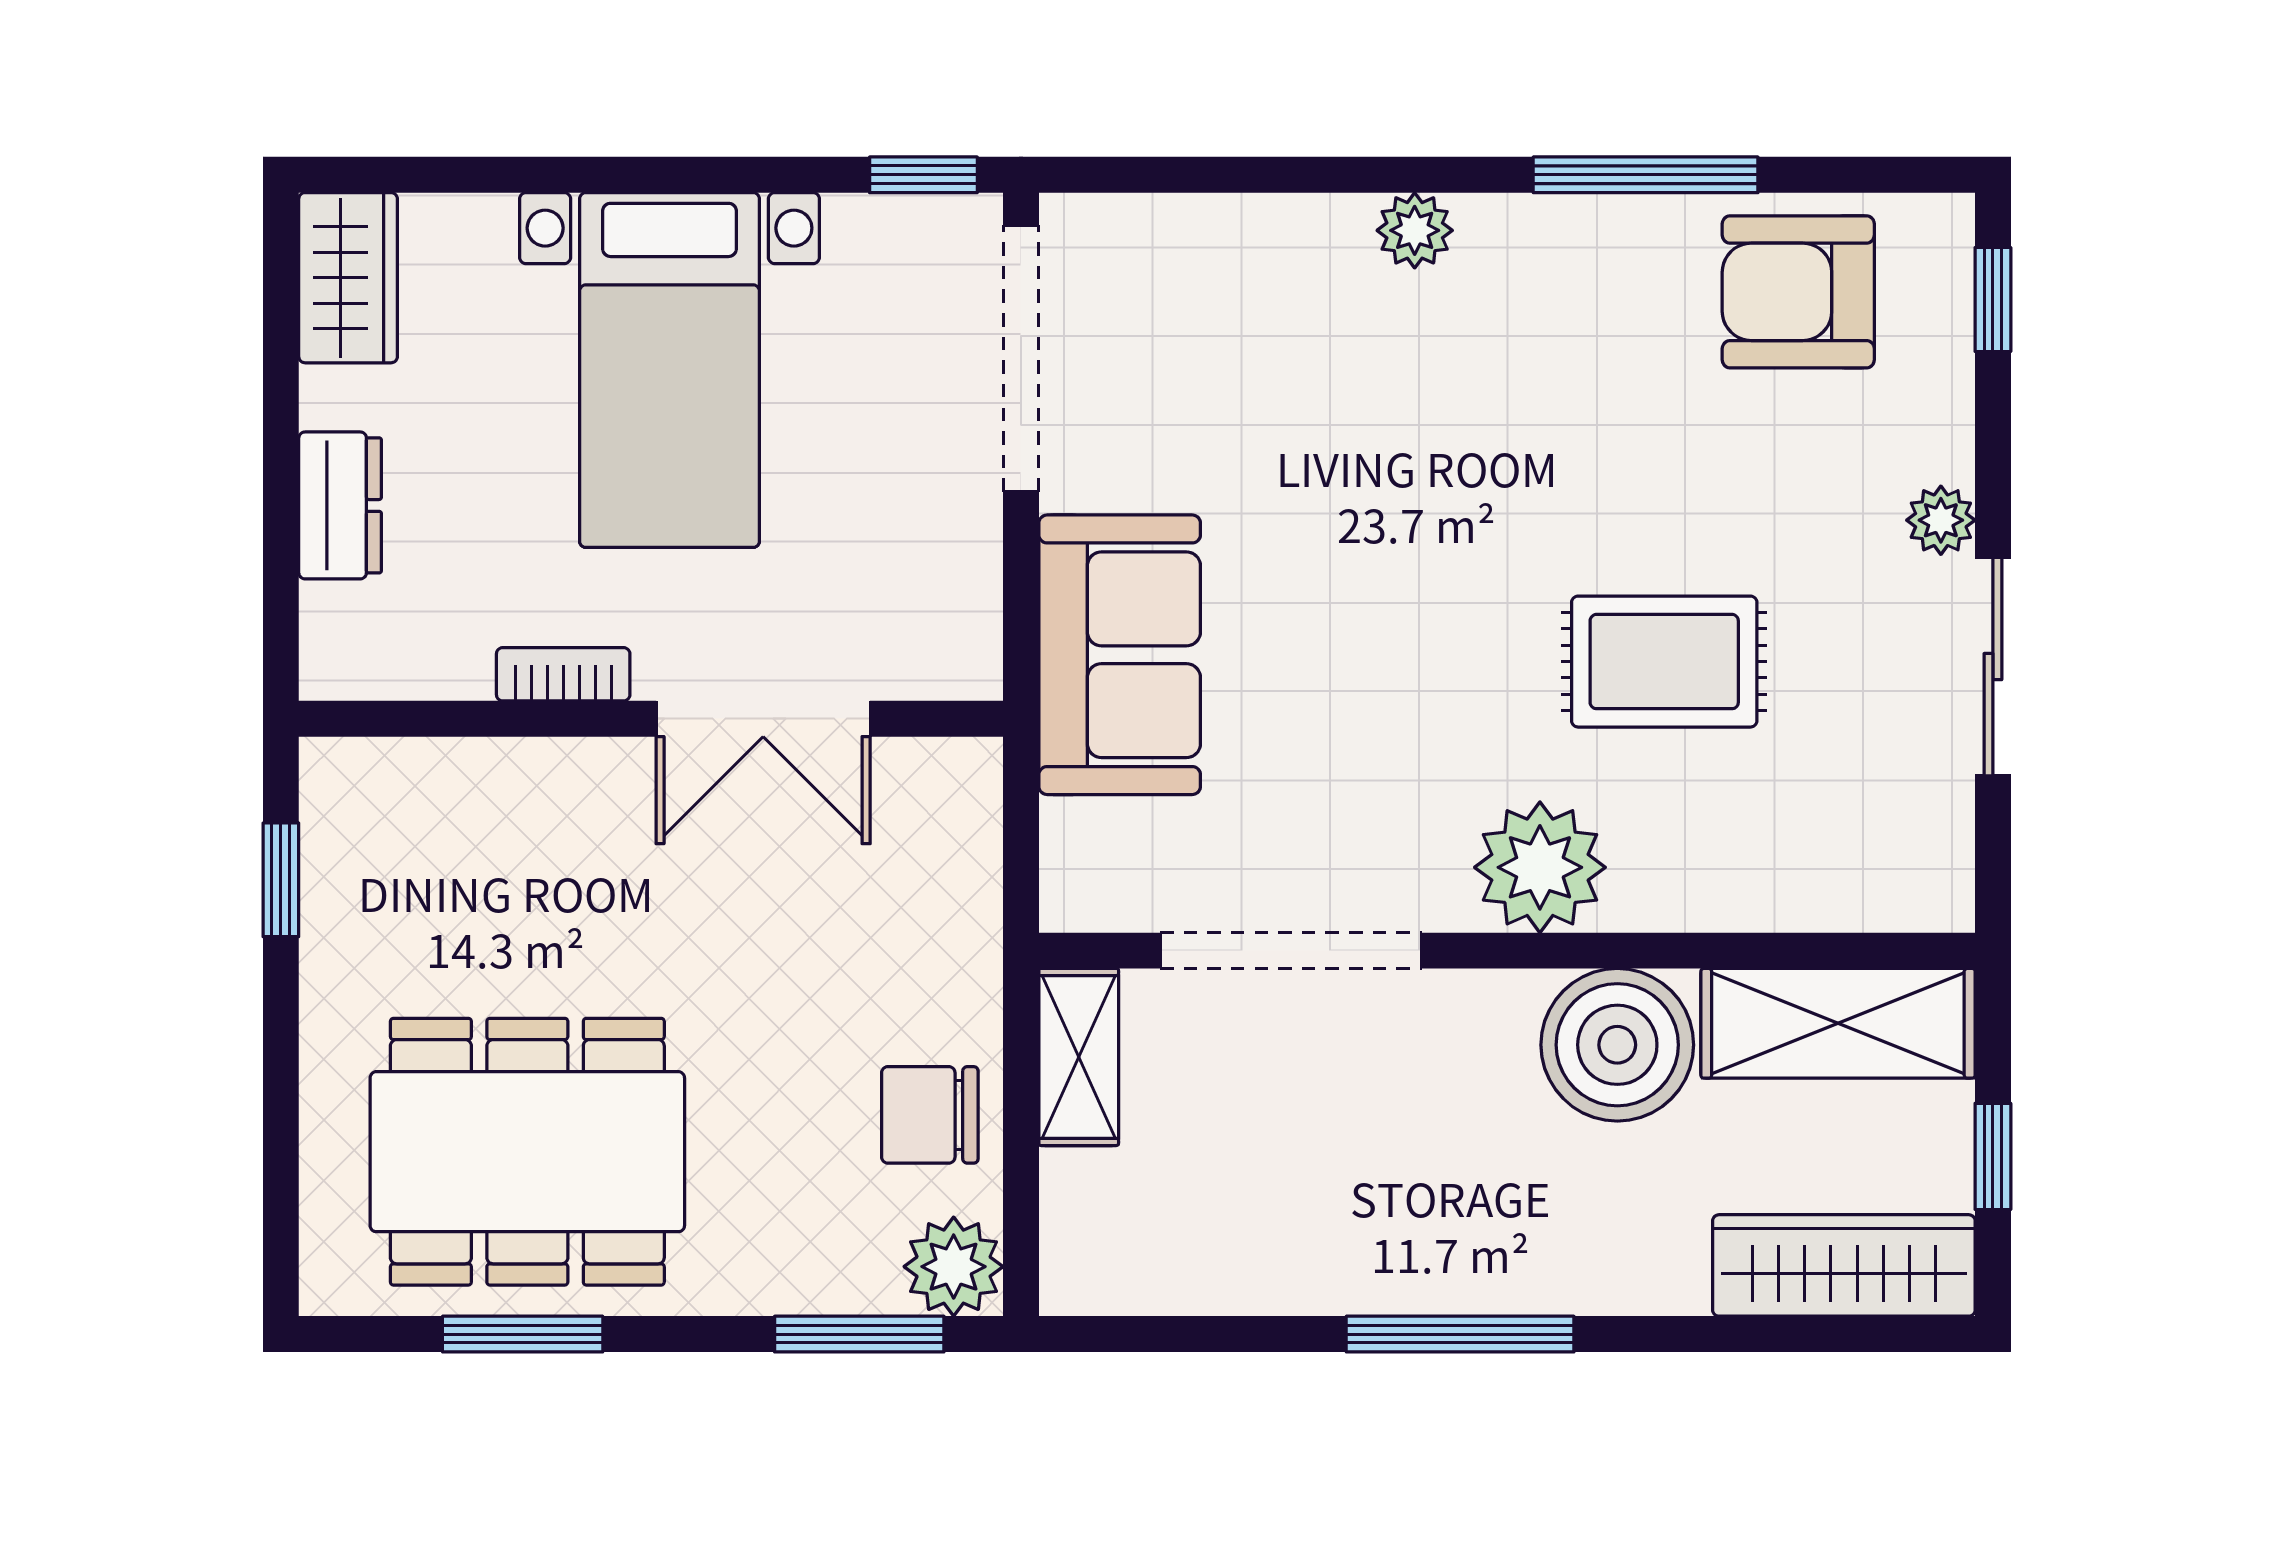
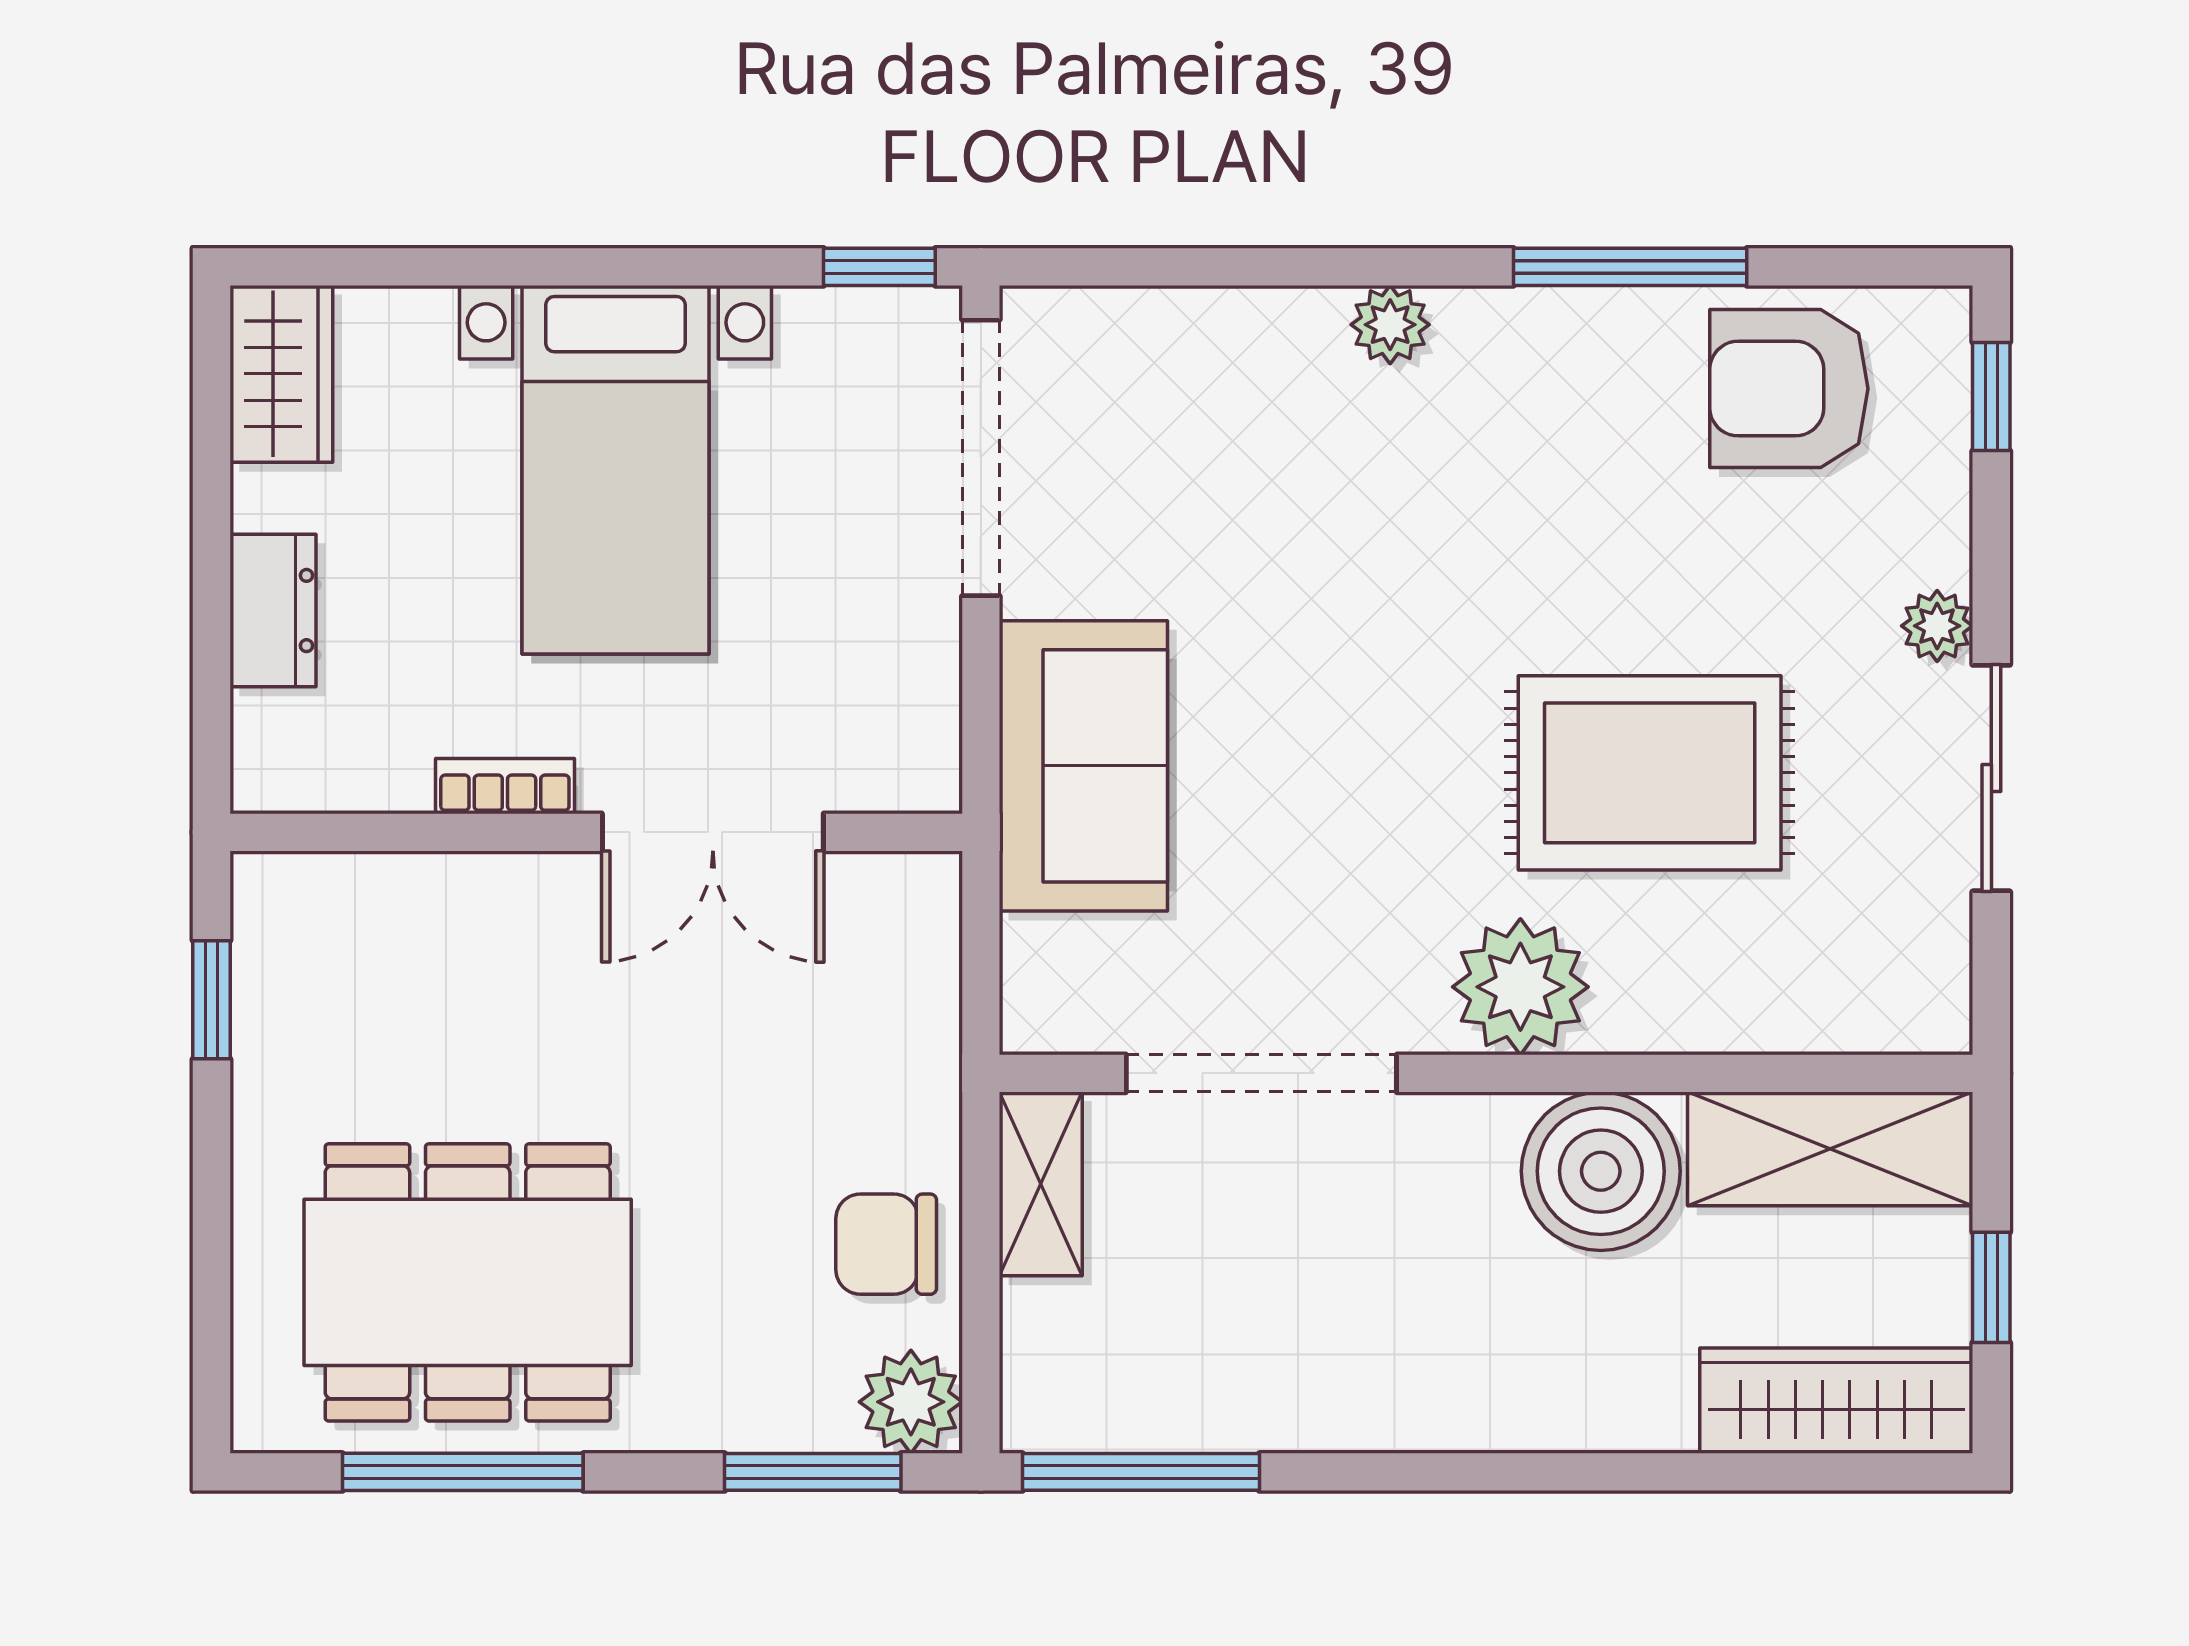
rug: (1664, 662) -> (1650, 773), width x1.36, depth x1.43
window: (523, 1334) -> (463, 1472), width x1.44
window: (1460, 1334) -> (1141, 1472), moved

